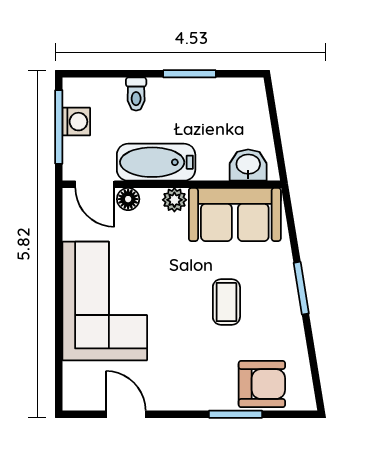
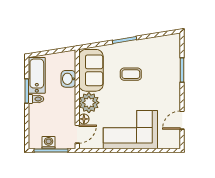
toilet: (136, 94) -> (36, 99), moved
bathtub: (156, 162) -> (37, 75), moved, turned 180
washbasin: (248, 165) -> (68, 79), moved
plant: (174, 200) -> (89, 103), width x1.88, depth x1.88
armchair: (262, 384) -> (168, 58), removed

